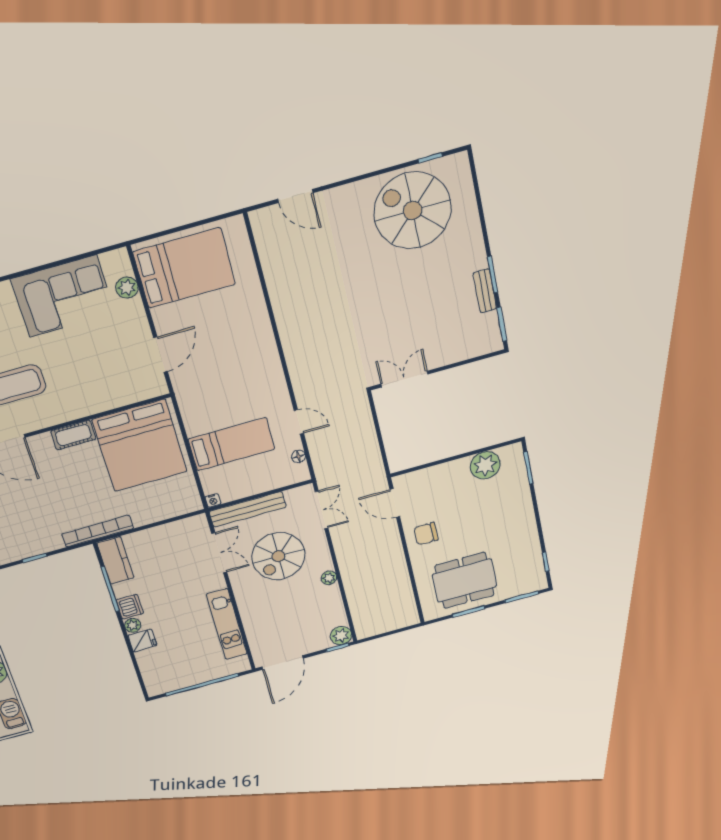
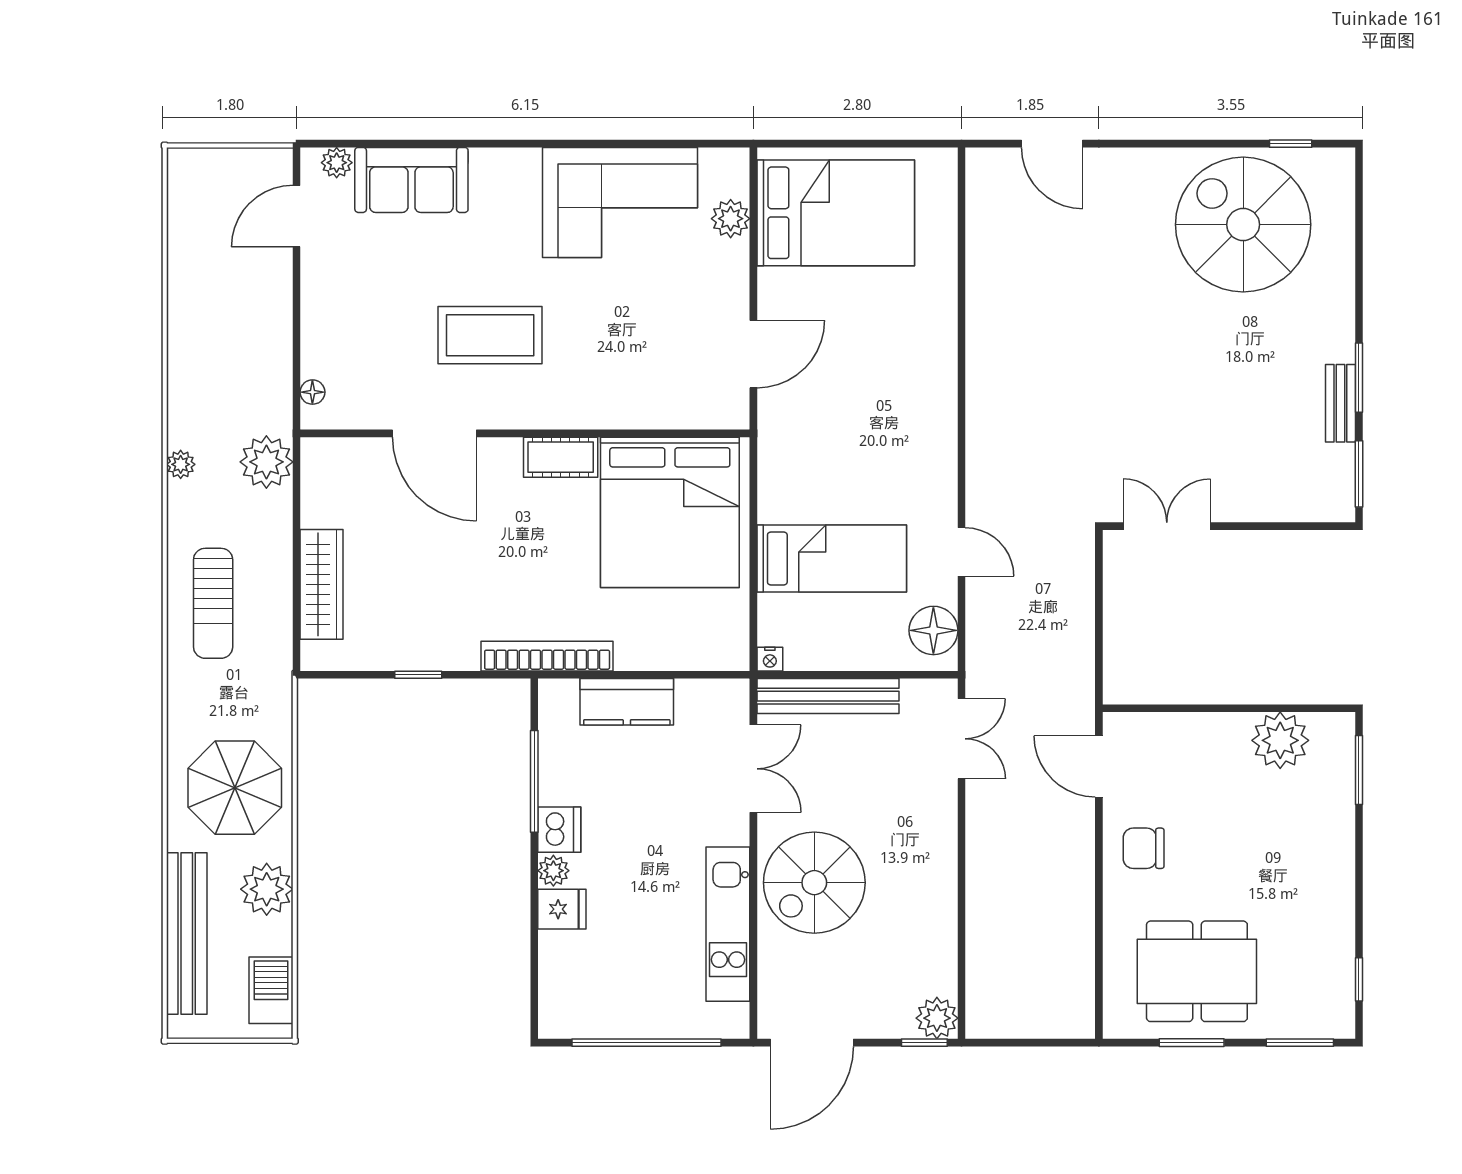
floor lamp: (298, 457) -> (933, 630), width x1.89, depth x1.89
spiral stairs: (278, 556) -> (814, 883), moved
kitchen counter: (115, 560) -> (627, 702), moved, turned 90
plant: (329, 578) -> (943, 885), removed

